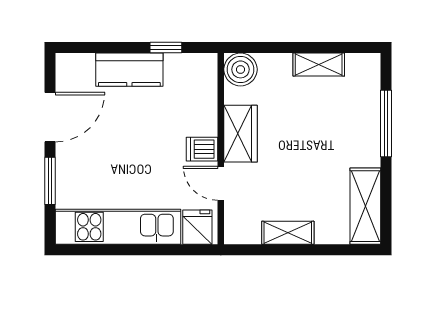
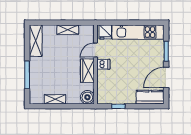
kitchen counter: (129, 70) -> (150, 97), moved
door: (221, 183) -> (96, 50), swing flipped

